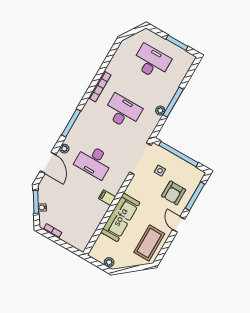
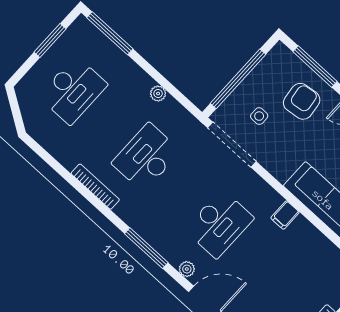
desk: (151, 62) -> (73, 90), turned 180
window: (173, 102) -> (110, 33), moved
armchair: (174, 193) -> (302, 101), turned -97

